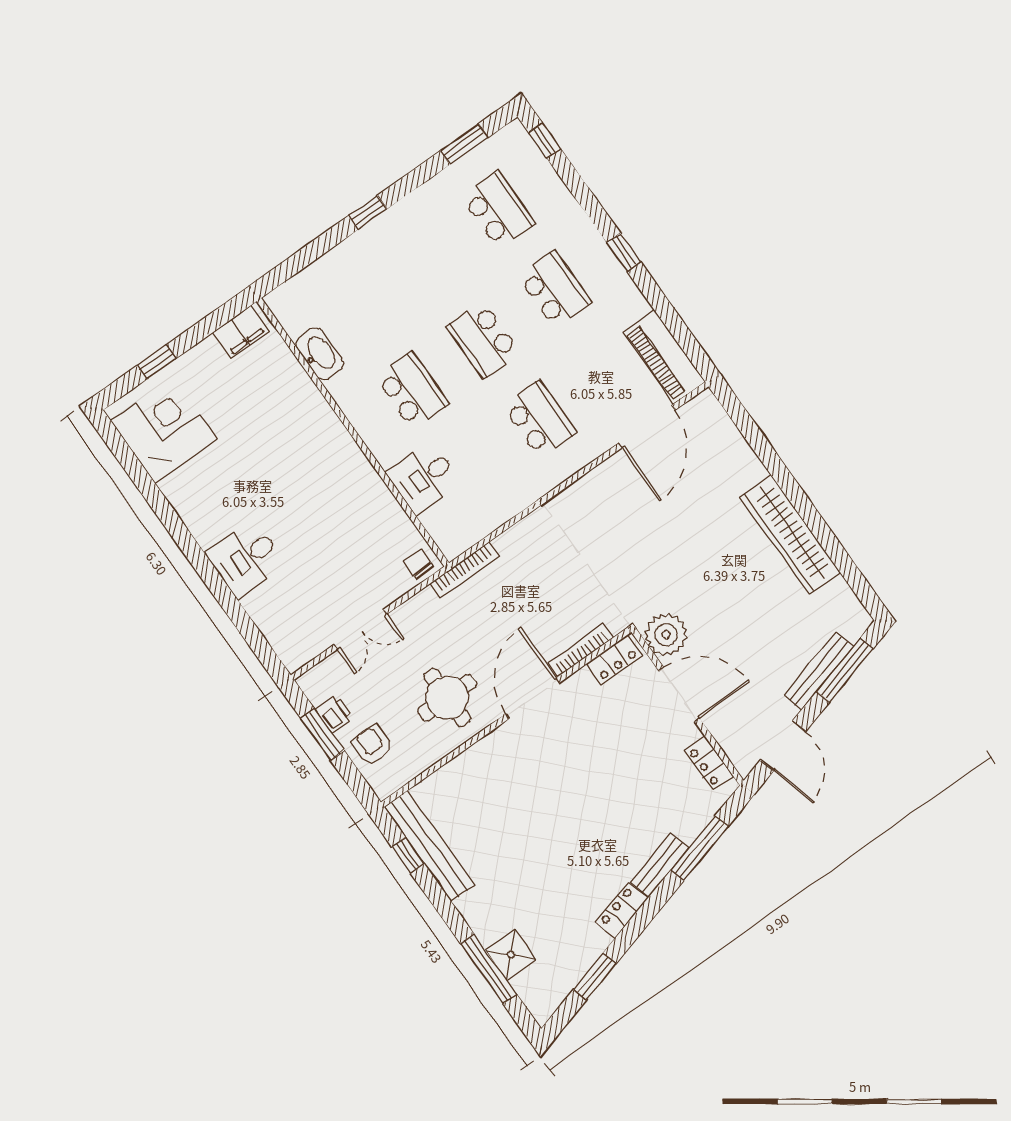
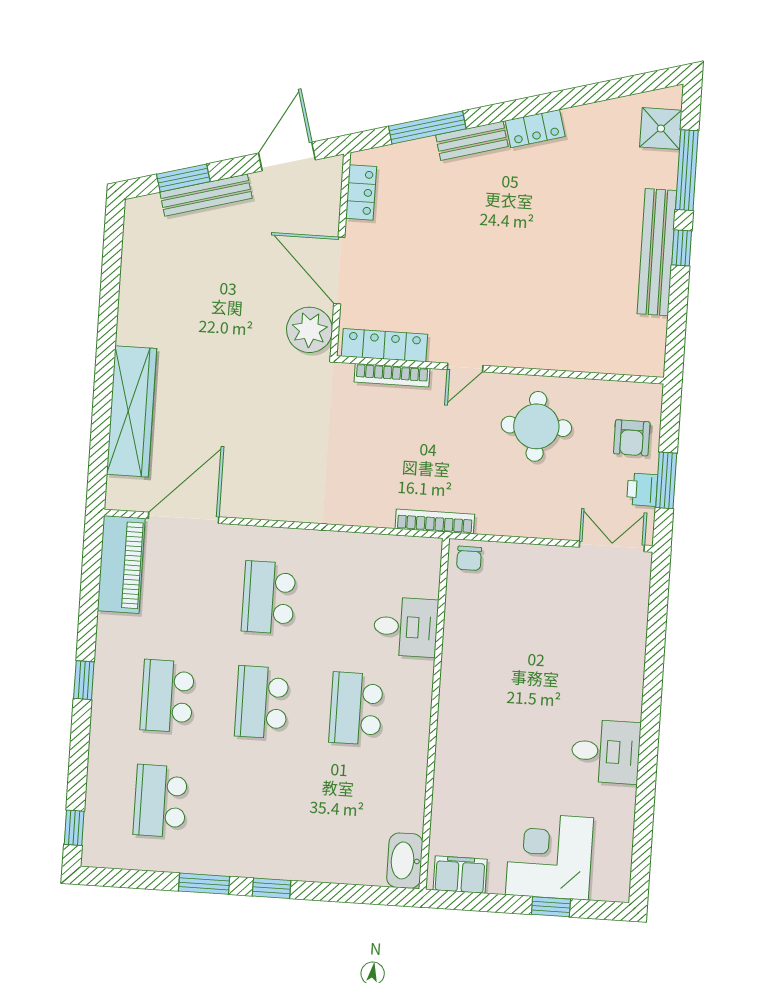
window: (464, 144) -> (204, 884), moved
school desk: (483, 340) -> (262, 702), turned 180
washbasin: (320, 354) -> (405, 861), moved
corner desk: (164, 430) -> (549, 856), moved, turned 90
wardrobe: (790, 535) -> (132, 411), moved
desk: (246, 559) -> (606, 752), moved
double door: (360, 629) -> (612, 546), moved
locker: (614, 660) -> (384, 345), width x1.53
window: (845, 670) -> (183, 178), width x0.69
door: (532, 698) -> (465, 367), width x0.53
bench: (429, 846) -> (657, 252), moved
window: (408, 855) -> (682, 248), moved
shower: (511, 955) -> (661, 129), moved
window: (595, 977) -> (603, 91), removed

